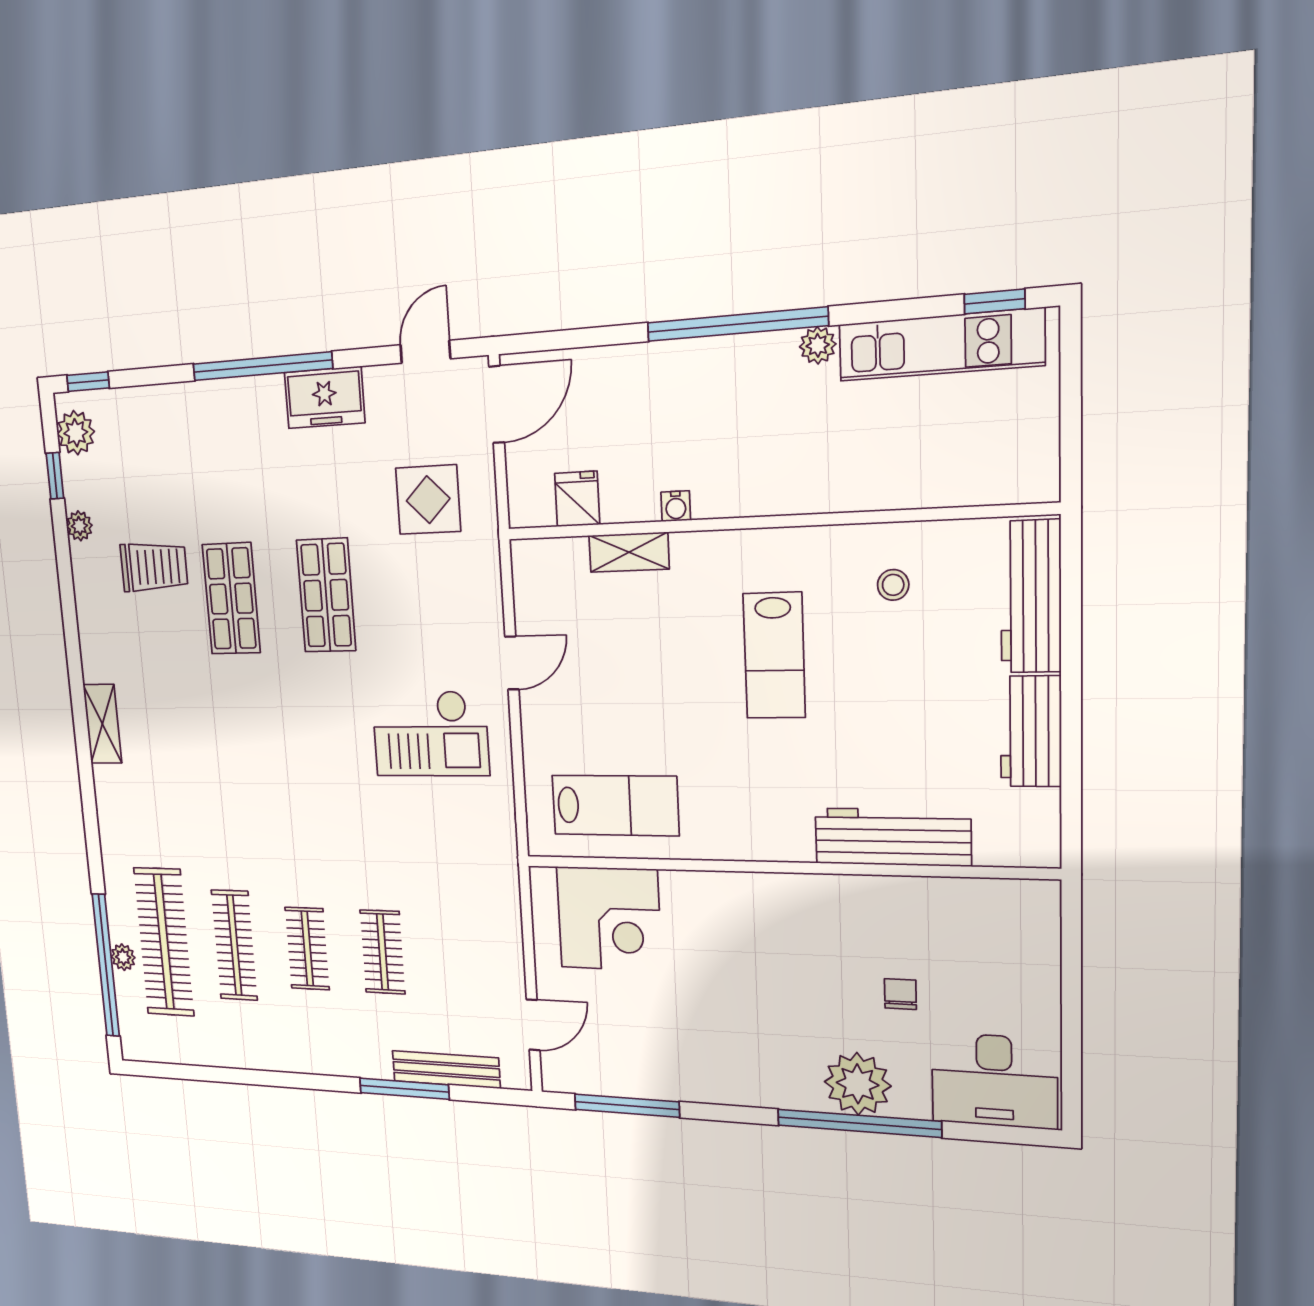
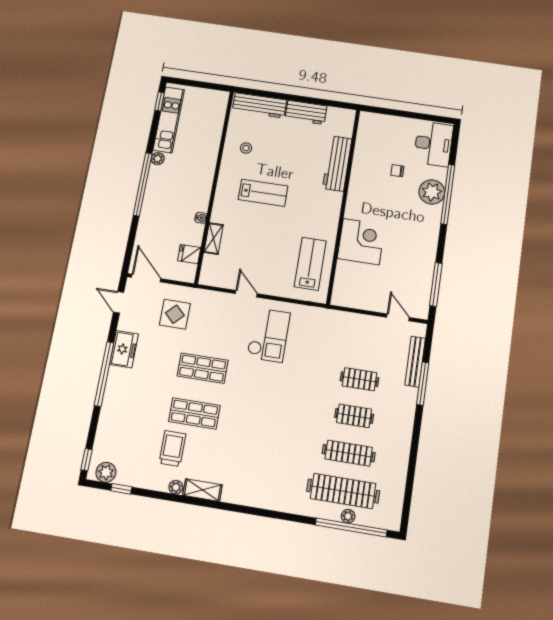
plant: (79, 526) -> (176, 487), moved
shelving: (102, 724) -> (202, 490), moved
corner desk: (609, 919) -> (361, 241), moved

